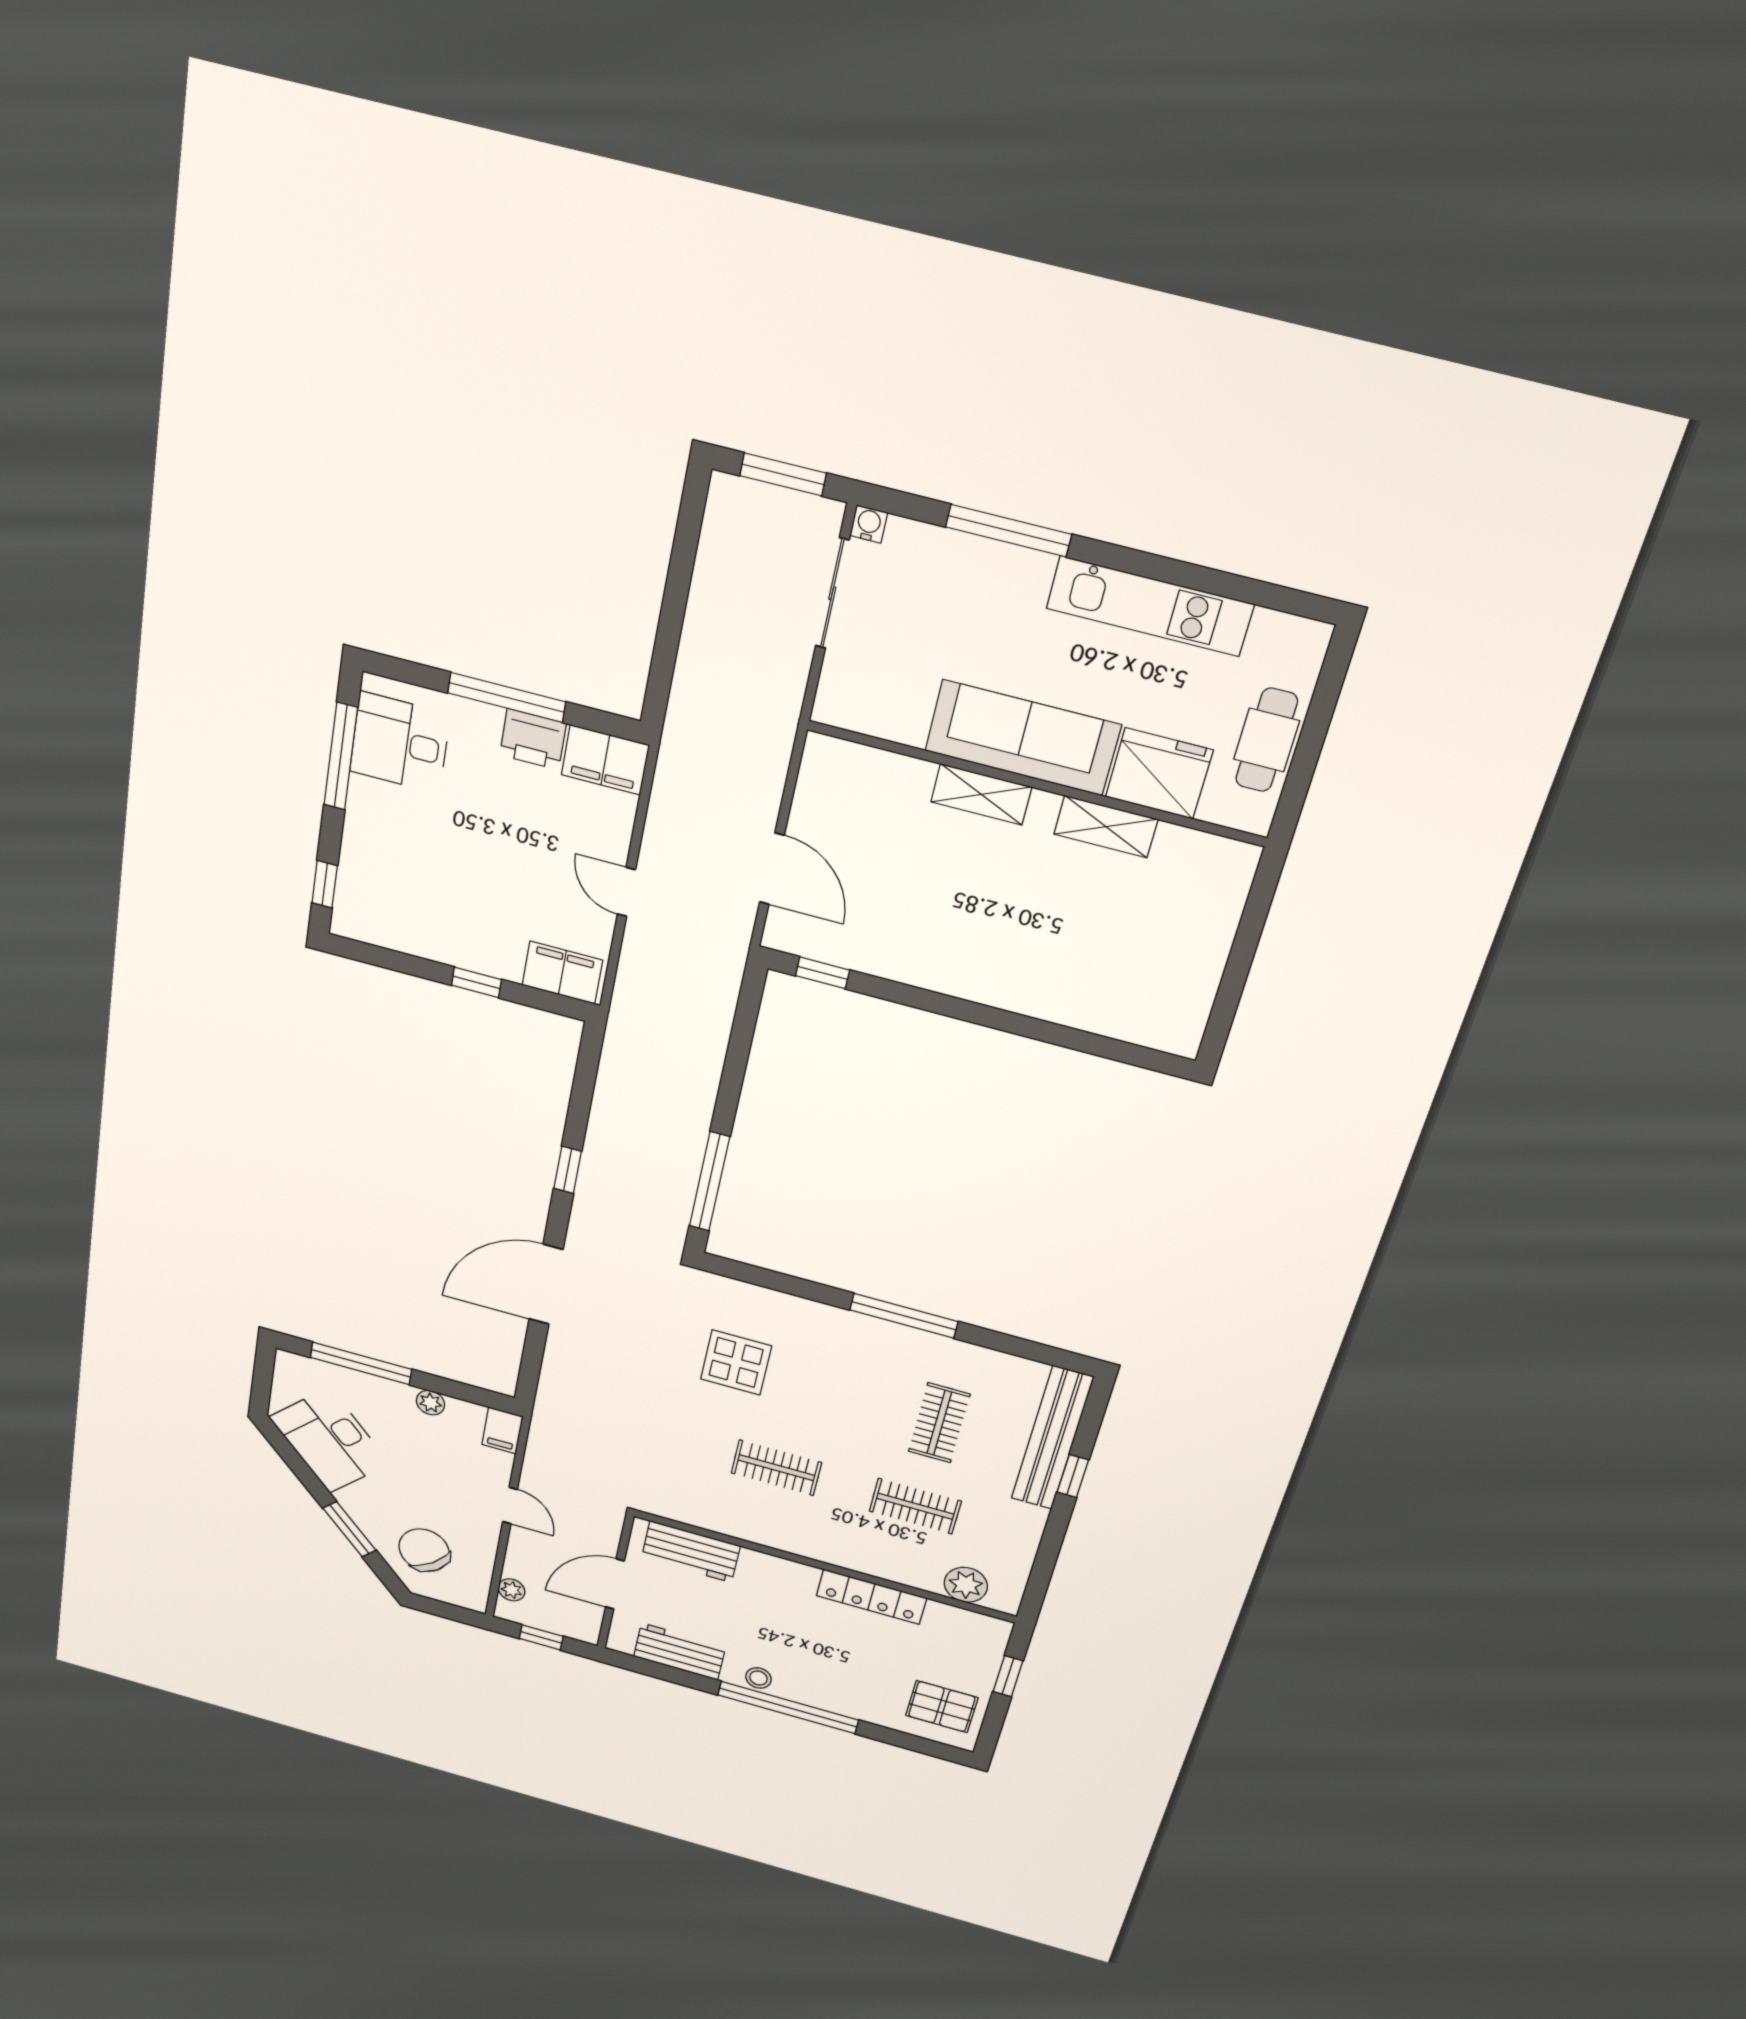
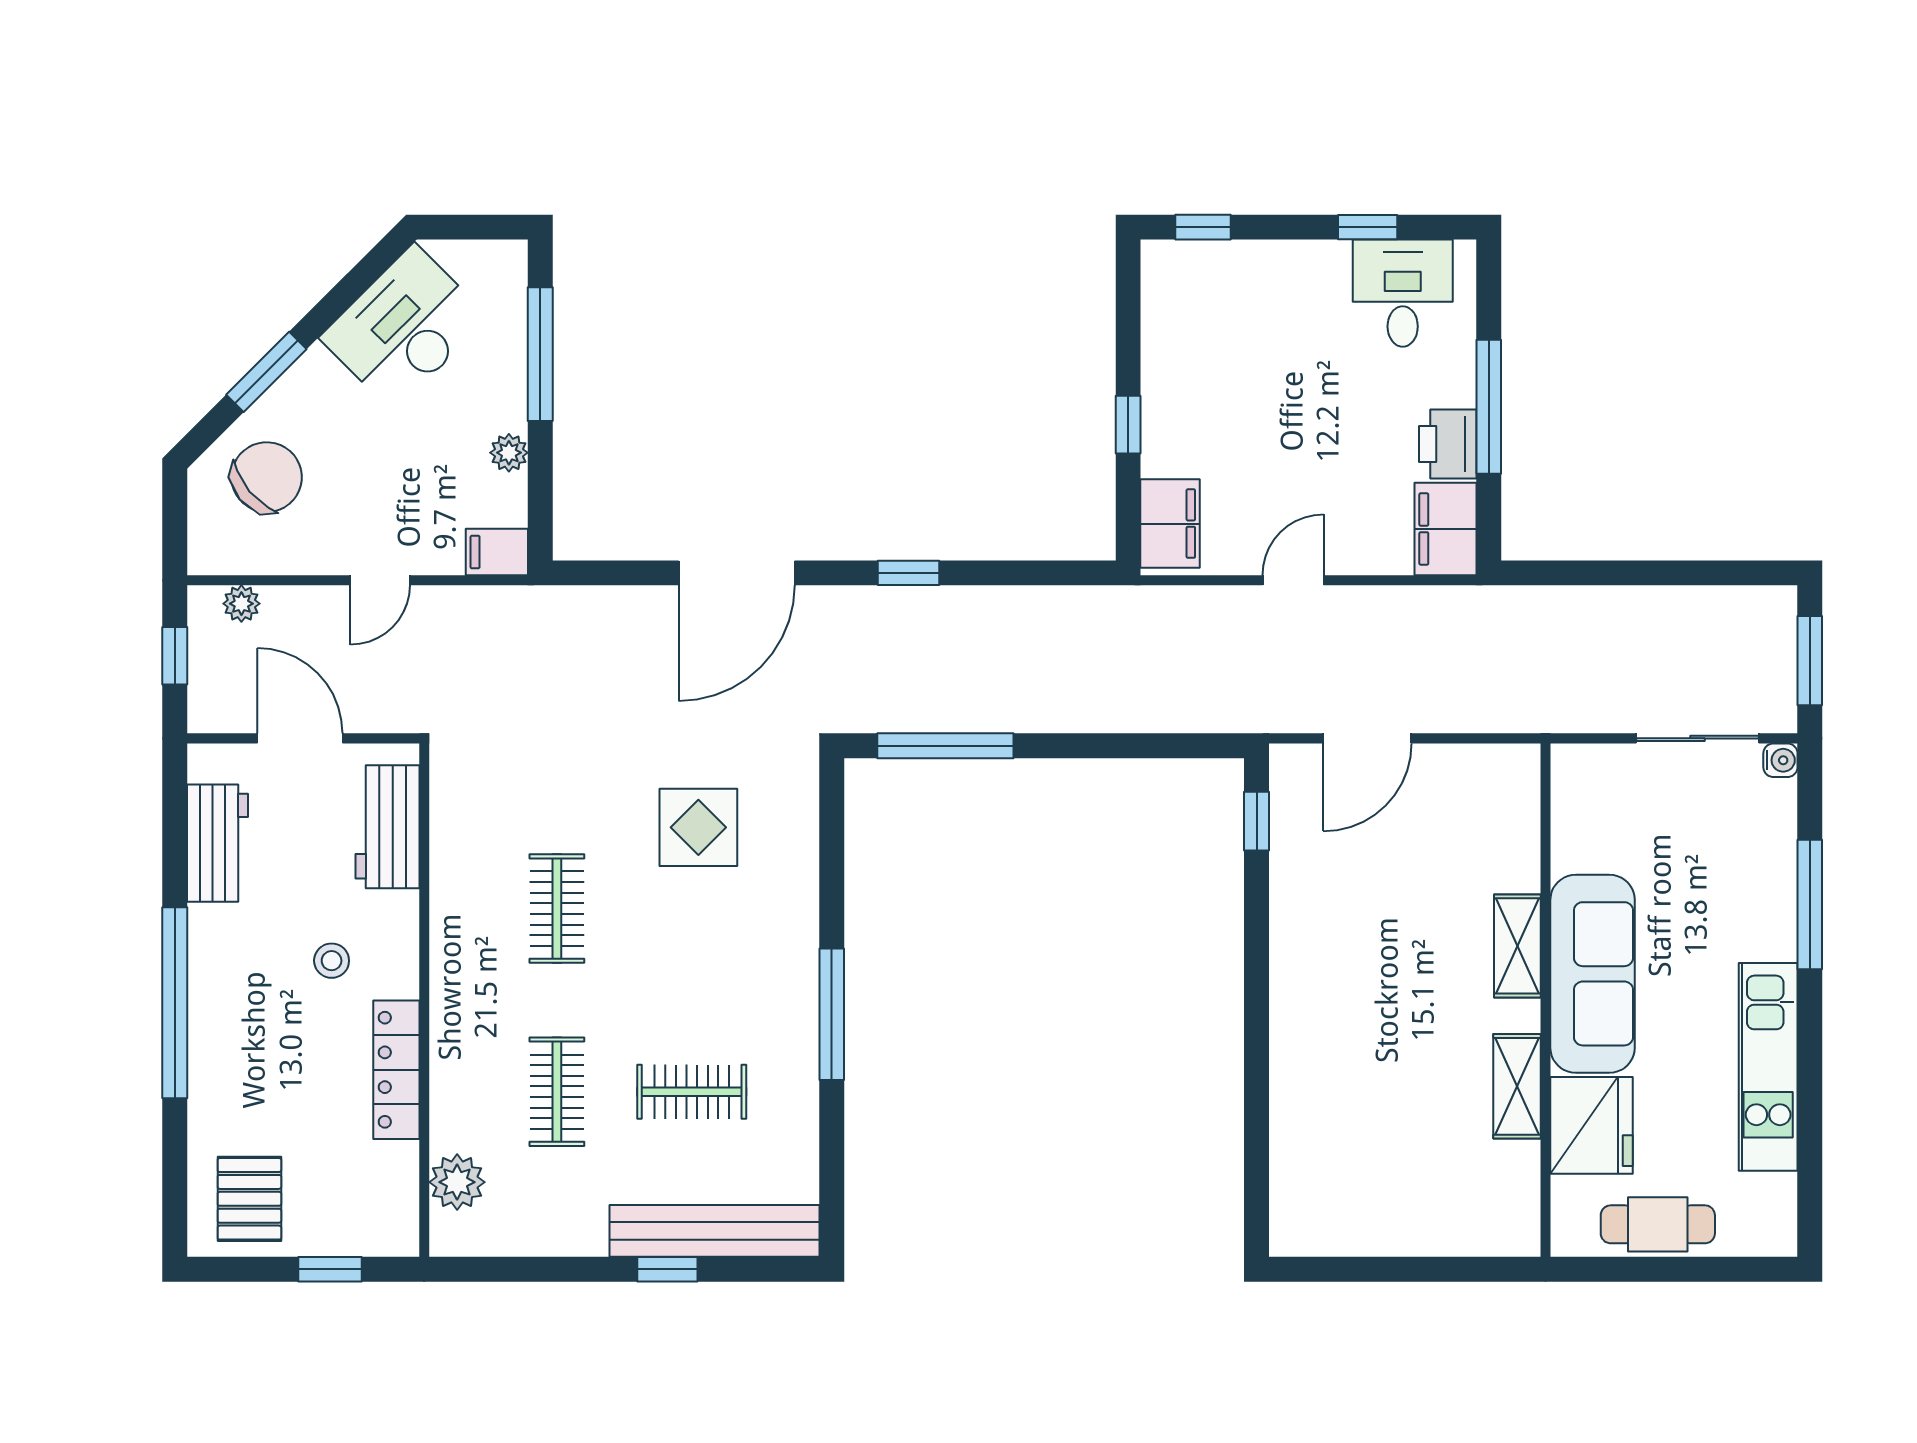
window: (341, 756) -> (1368, 227), width x0.46
door: (546, 1284) -> (737, 573), swing flipped
stool: (758, 1678) -> (332, 961), moved

